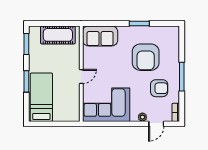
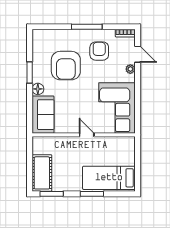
floor lamp: (124, 31) -> (38, 89), added
cot: (58, 35) -> (42, 173), moved
armchair: (146, 57) -> (66, 66), turned 90

